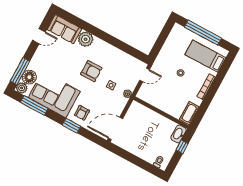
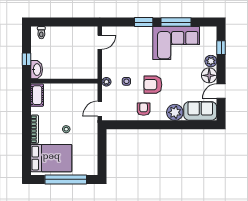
bed: (205, 56) -> (51, 158), width x1.50
window: (20, 71) -> (221, 48), width x0.46
floor lamp: (29, 77) -> (209, 75), moved
plant: (22, 88) -> (211, 61), moved
window: (34, 105) -> (176, 22), moved
armchair: (82, 113) -> (144, 109), moved
door: (116, 128) -> (100, 42), width x0.53

